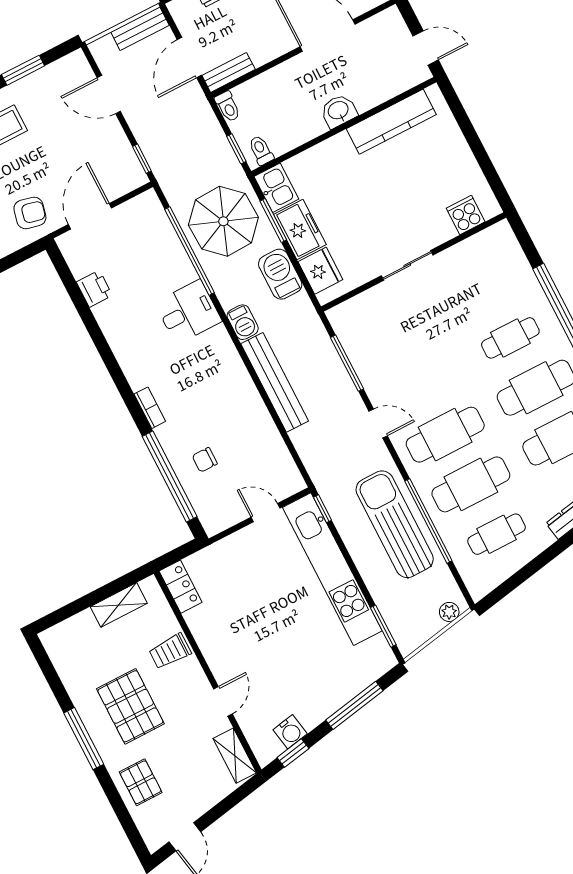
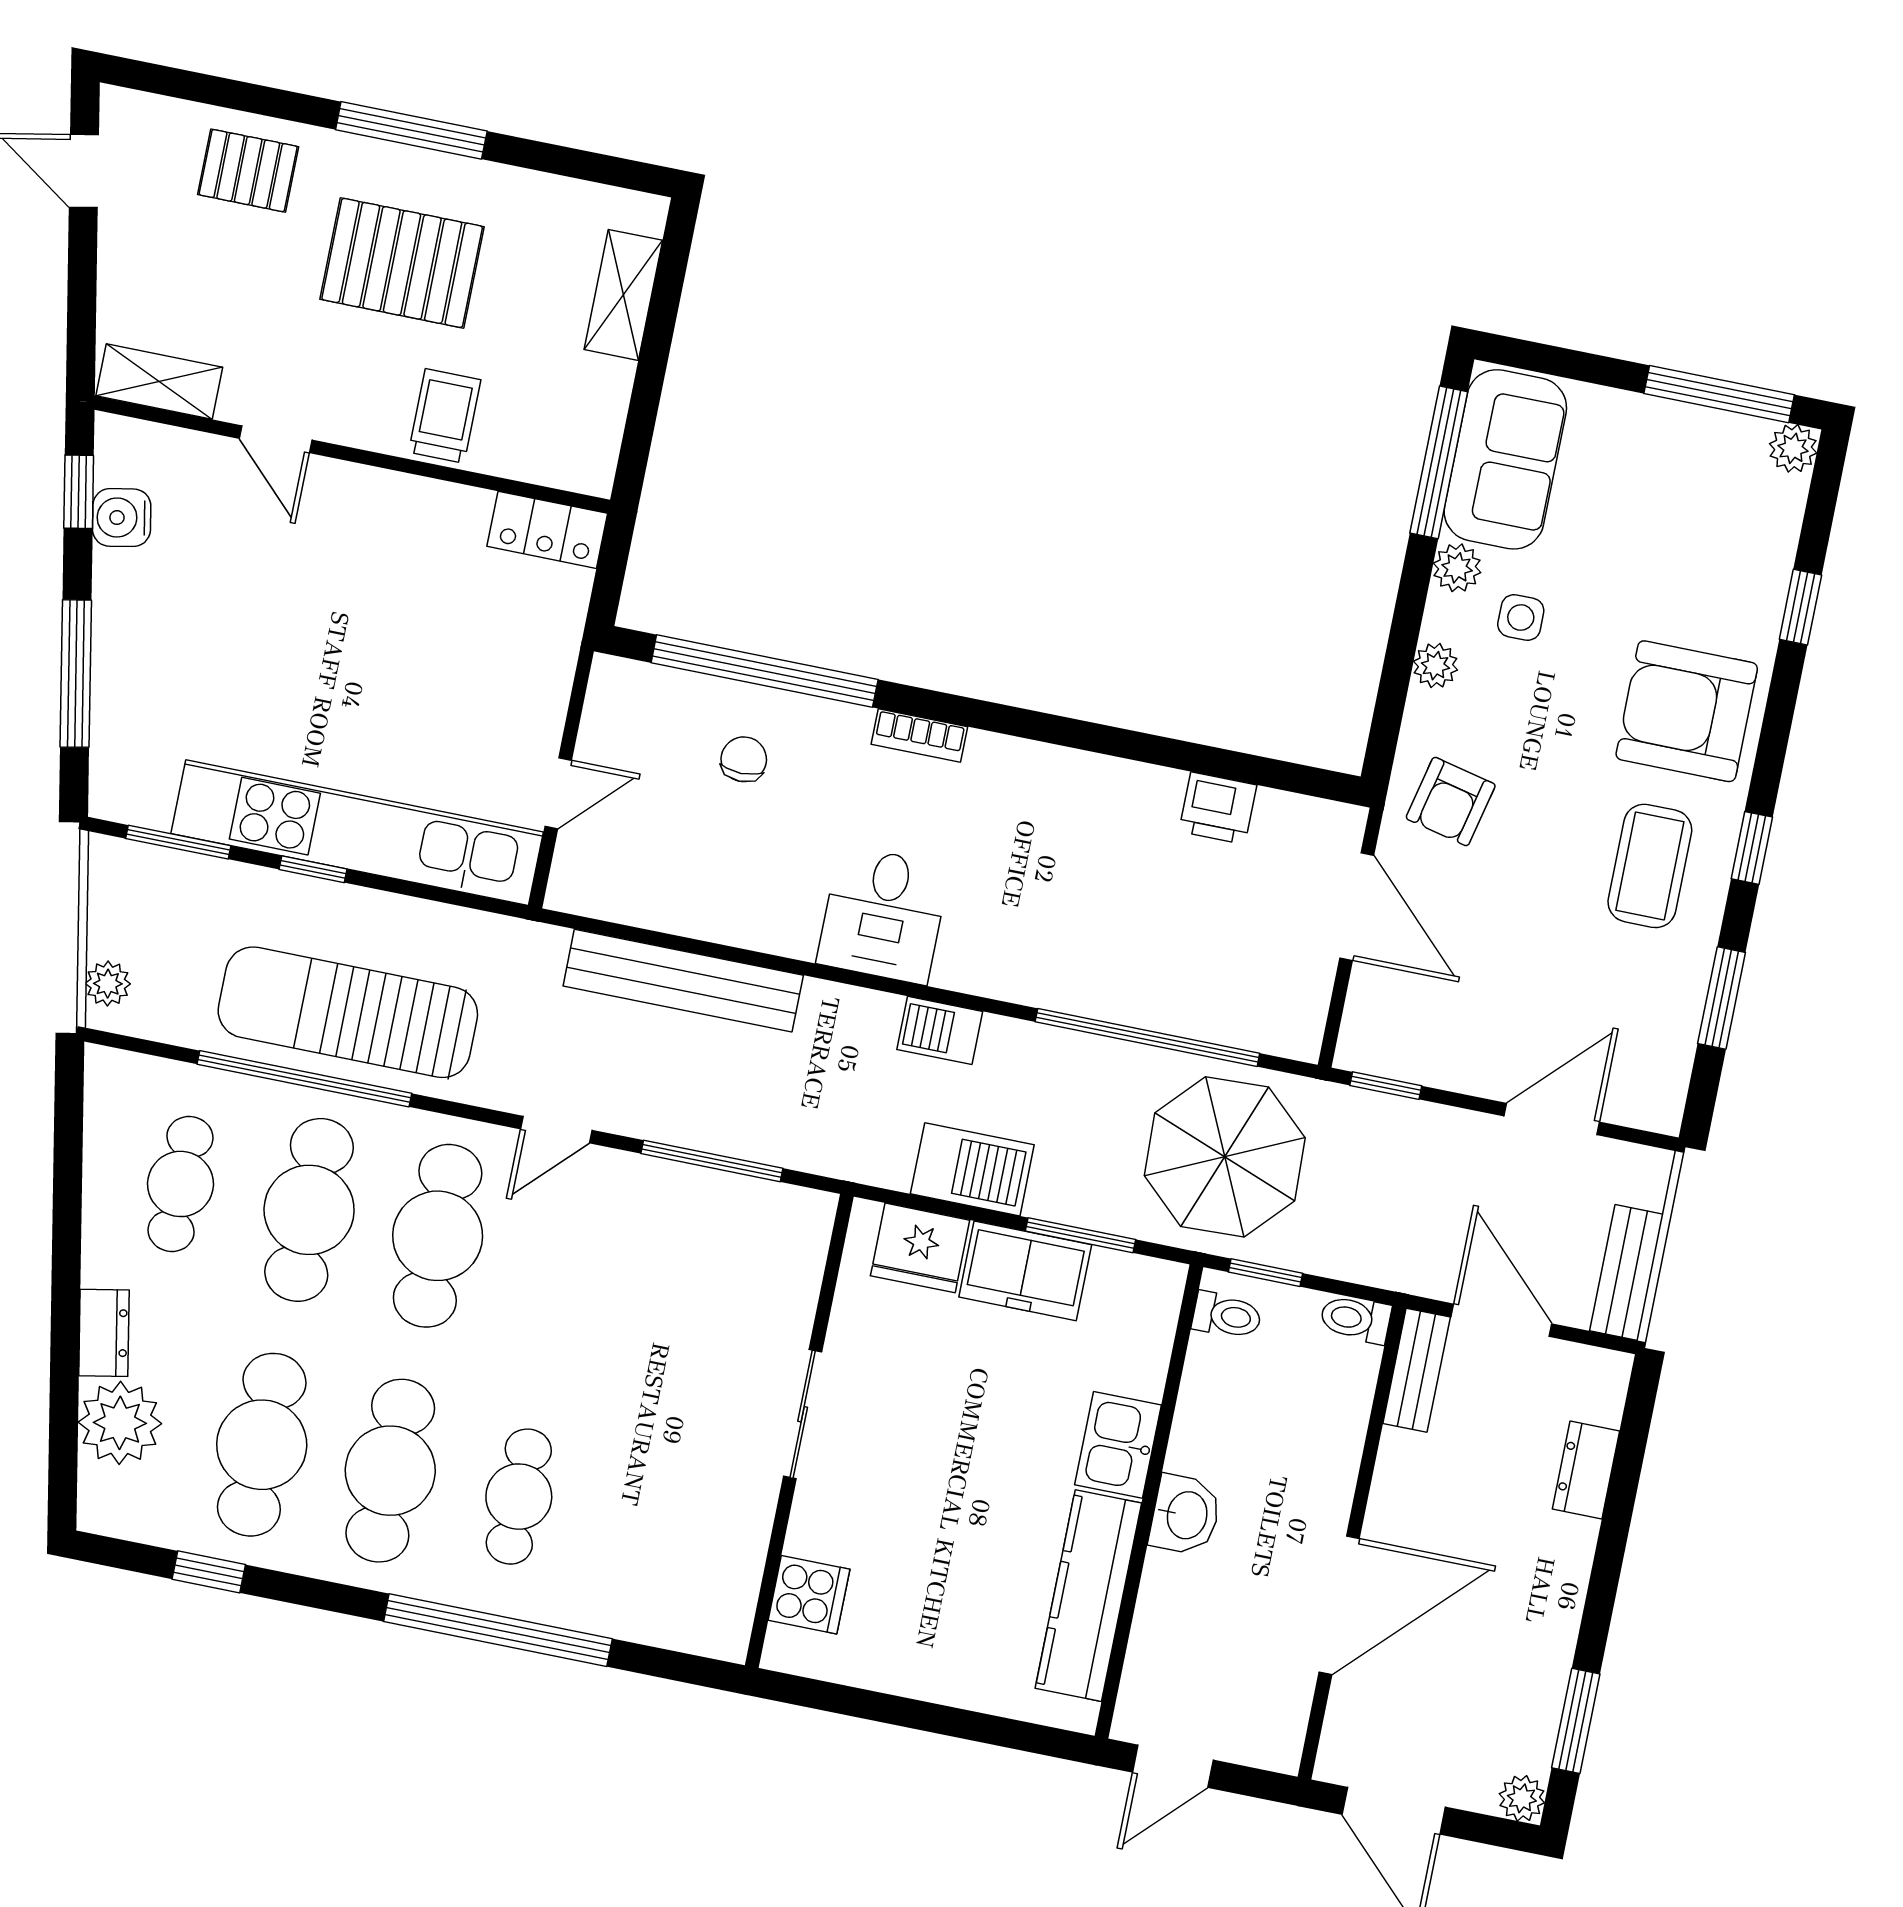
kitchen sink: (276, 188) -> (1118, 1445), moved, turned 90
parasol: (223, 221) -> (1225, 1157), moved
desk: (188, 312) -> (883, 915), moved
bench: (275, 382) -> (683, 981), moved
window: (323, 509) -> (313, 869), moved
sun lounger: (395, 524) -> (348, 1012), turned 180
shelving: (119, 605) -> (623, 295), moved

